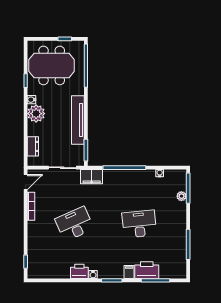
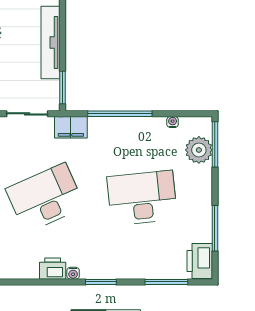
plant: (181, 196) -> (199, 150), width x1.87, depth x1.87
desk: (74, 224) -> (45, 198), width x1.36, depth x1.30
desk: (139, 224) -> (142, 198), width x1.36, depth x1.30
printer: (147, 270) -> (200, 261), moved, turned -90
filing cabinet: (129, 272) -> (127, 270), removed

